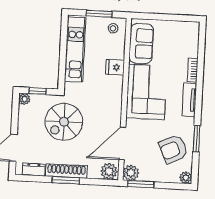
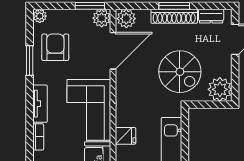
window: (38, 91) -> (211, 105), removed
plant: (25, 99) -> (220, 89), width x1.87, depth x1.87
spiral stairs: (64, 122) -> (180, 72), turned 90
armchair: (173, 149) -> (55, 47), turned -65

